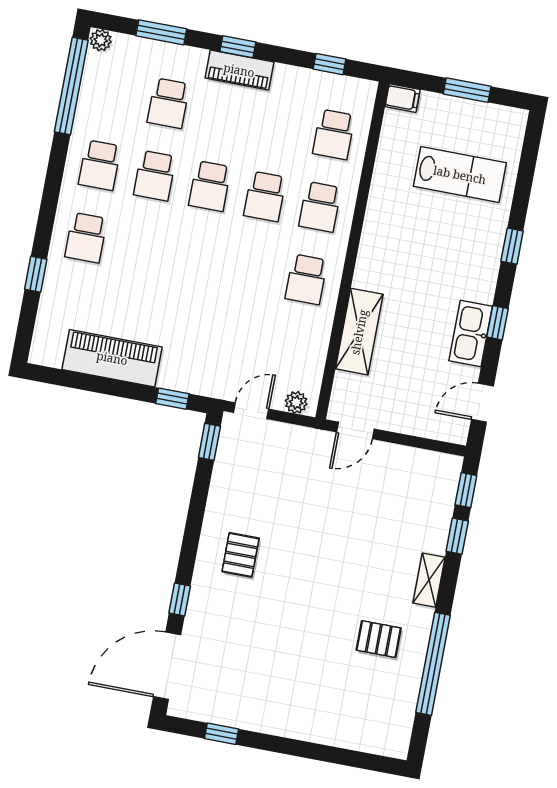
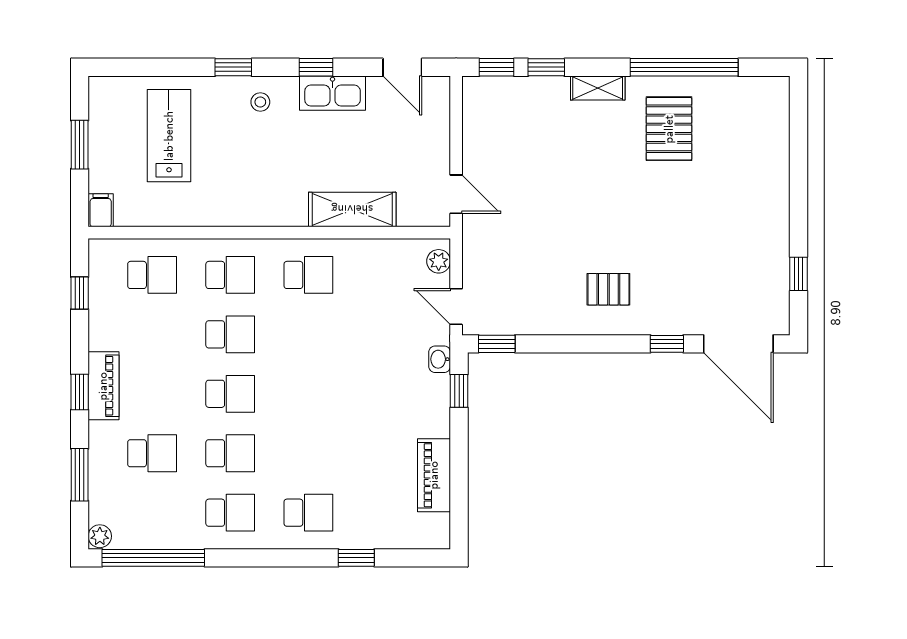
stool: (475, 265) -> (260, 102), added
piano: (112, 358) -> (434, 475), width x0.73, depth x0.75
washbasin: (205, 386) -> (440, 359), added
pallet: (379, 639) -> (669, 129), width x1.50, depth x1.42

